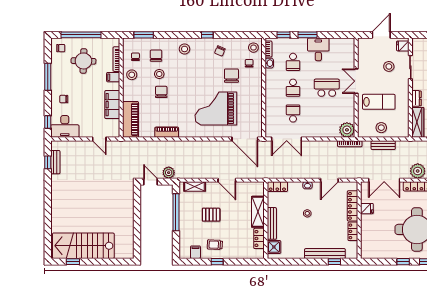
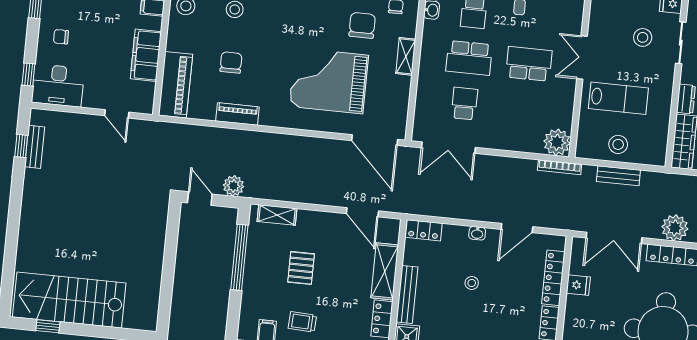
school desk: (293, 88) -> (469, 58), width x1.85
shelving: (258, 90) -> (406, 56), added
chair: (161, 92) -> (231, 63), moved
door: (227, 180) -> (362, 212), moved
pallet: (211, 215) -> (301, 268), turned 90

